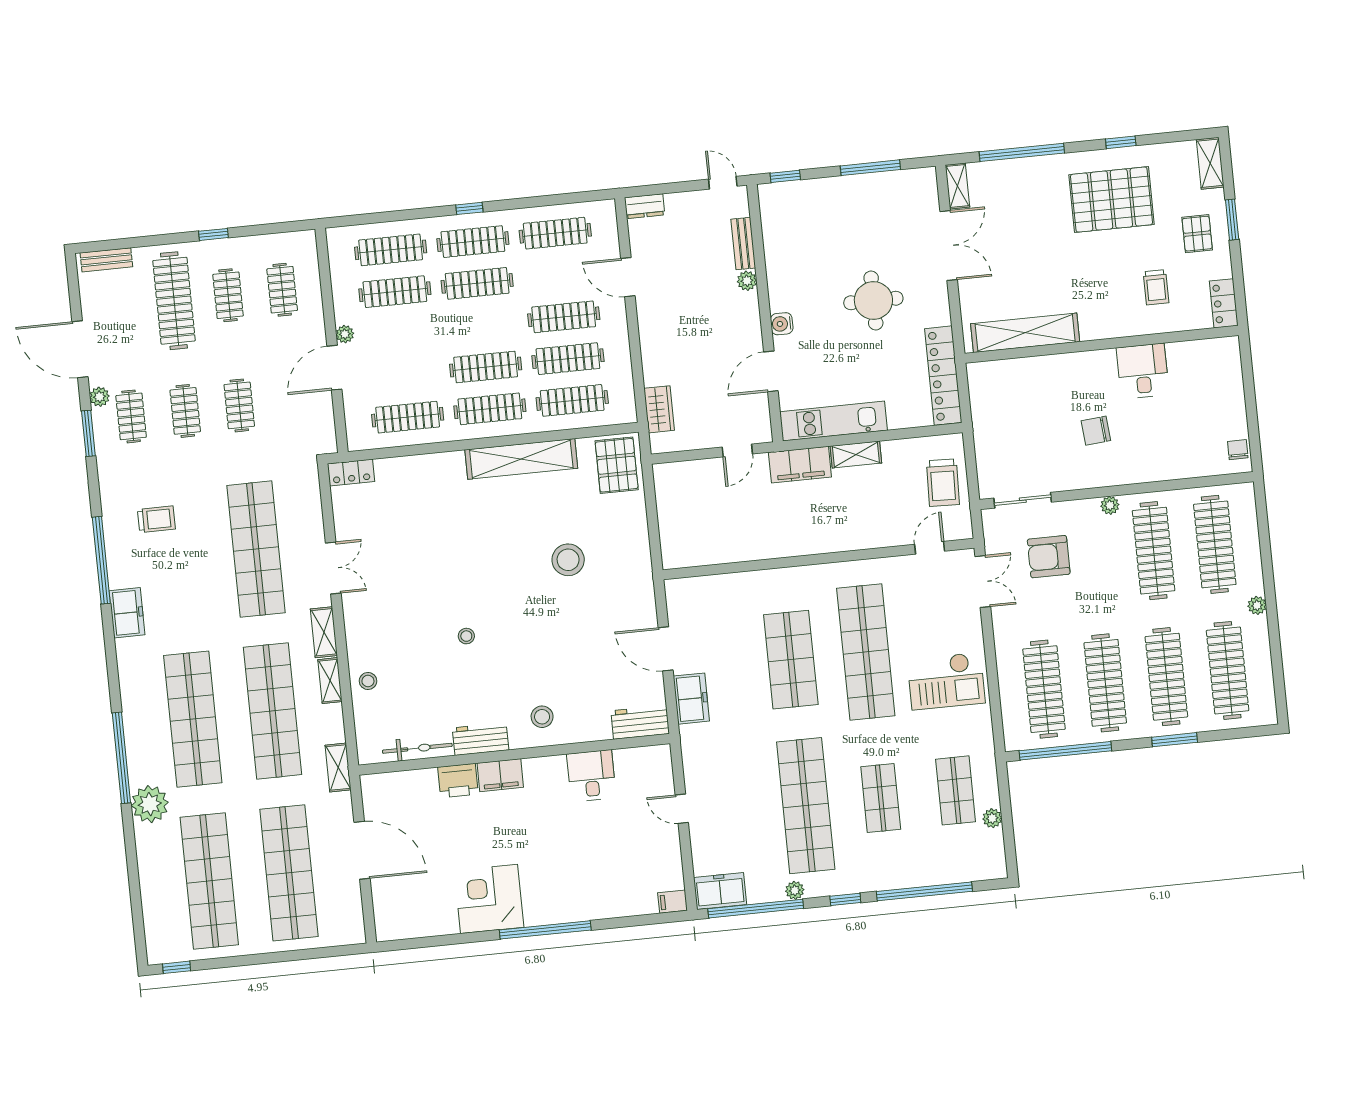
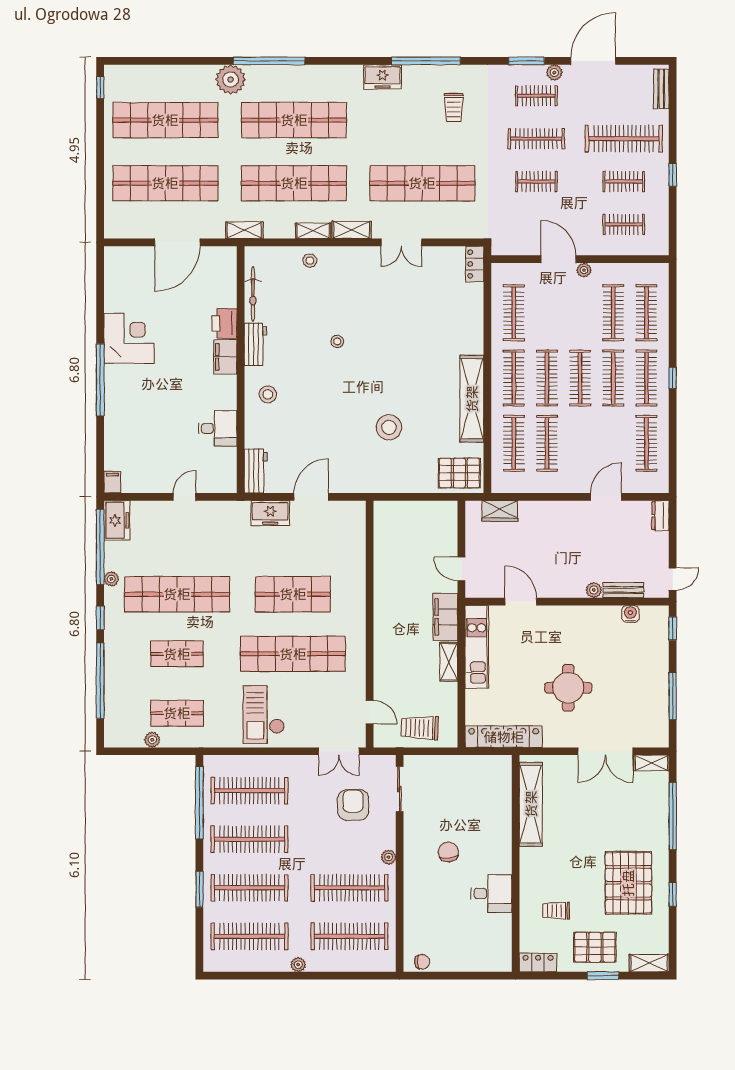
pallet: (1197, 234) -> (595, 947), width x1.50, depth x1.42
clothes rail: (564, 317) -> (580, 378), moved
water cooler: (782, 324) -> (630, 614), moved
clothes rail: (185, 411) -> (536, 139), width x1.36

